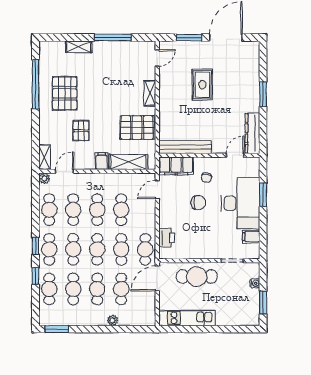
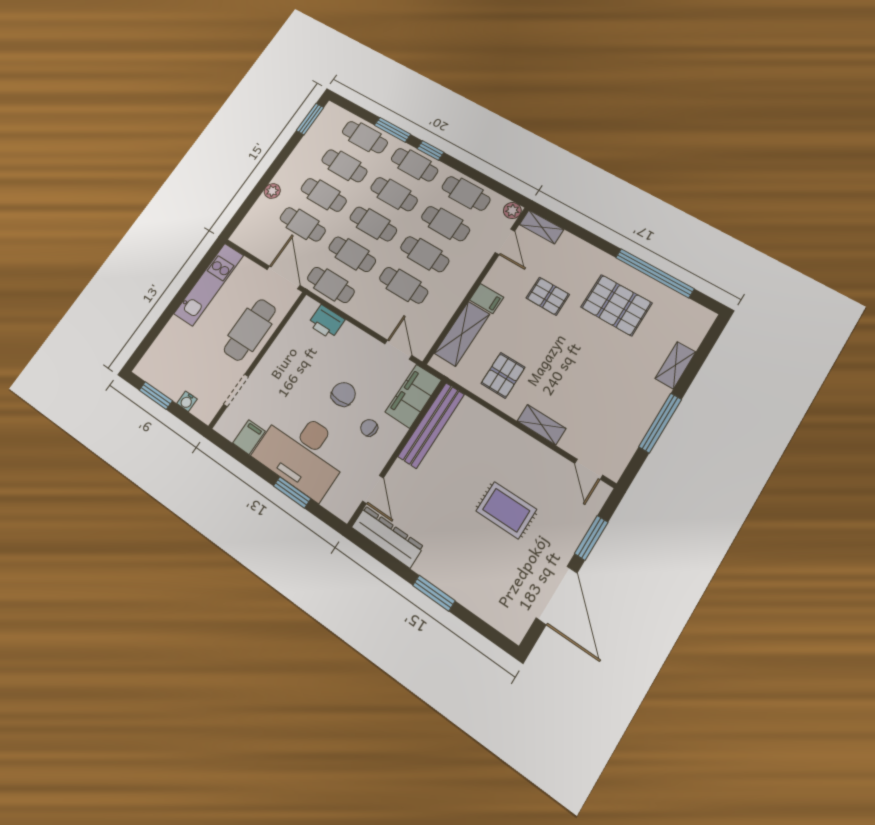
pallet: (137, 128) -> (503, 375), width x0.67, depth x0.71
chair: (198, 202) -> (343, 394), turned 180
window: (35, 276) -> (392, 130), width x1.50

